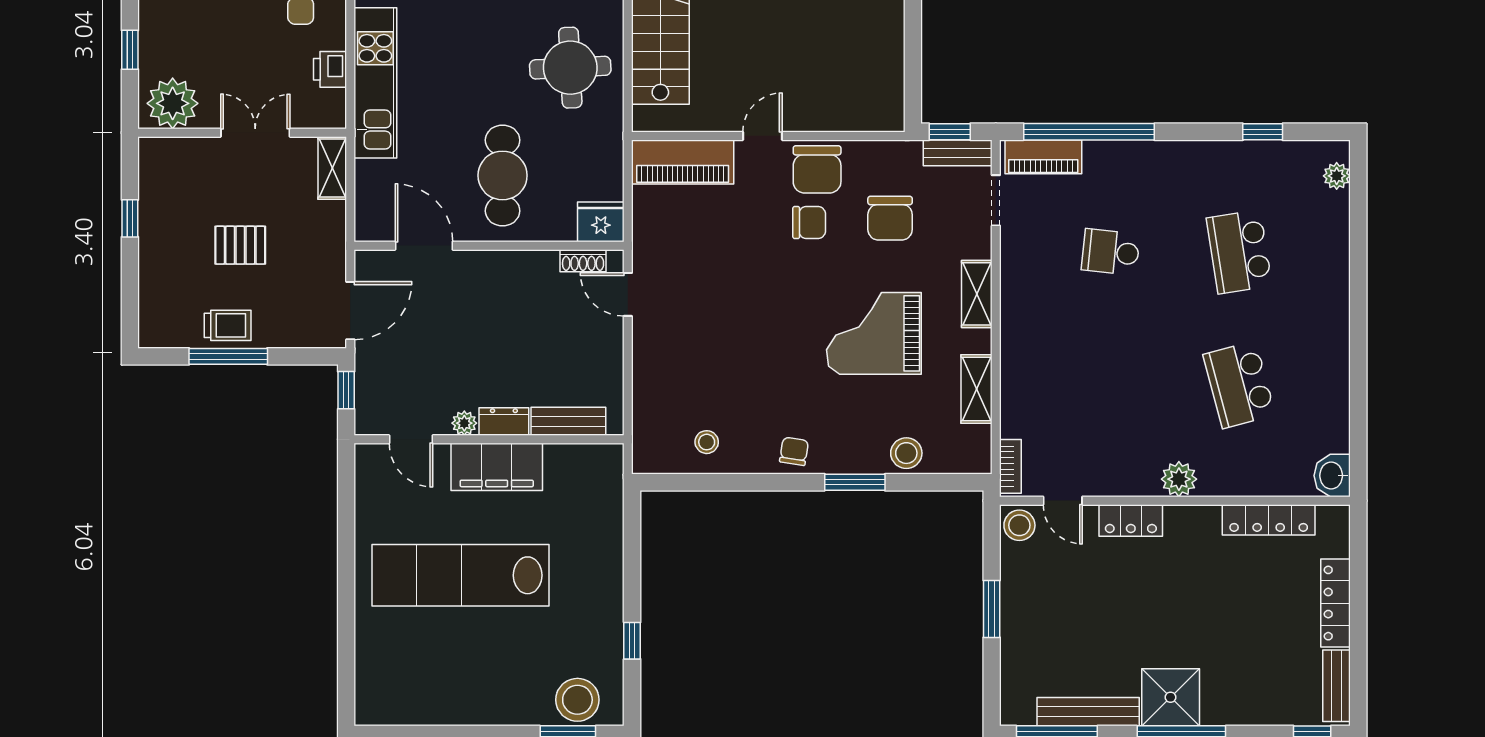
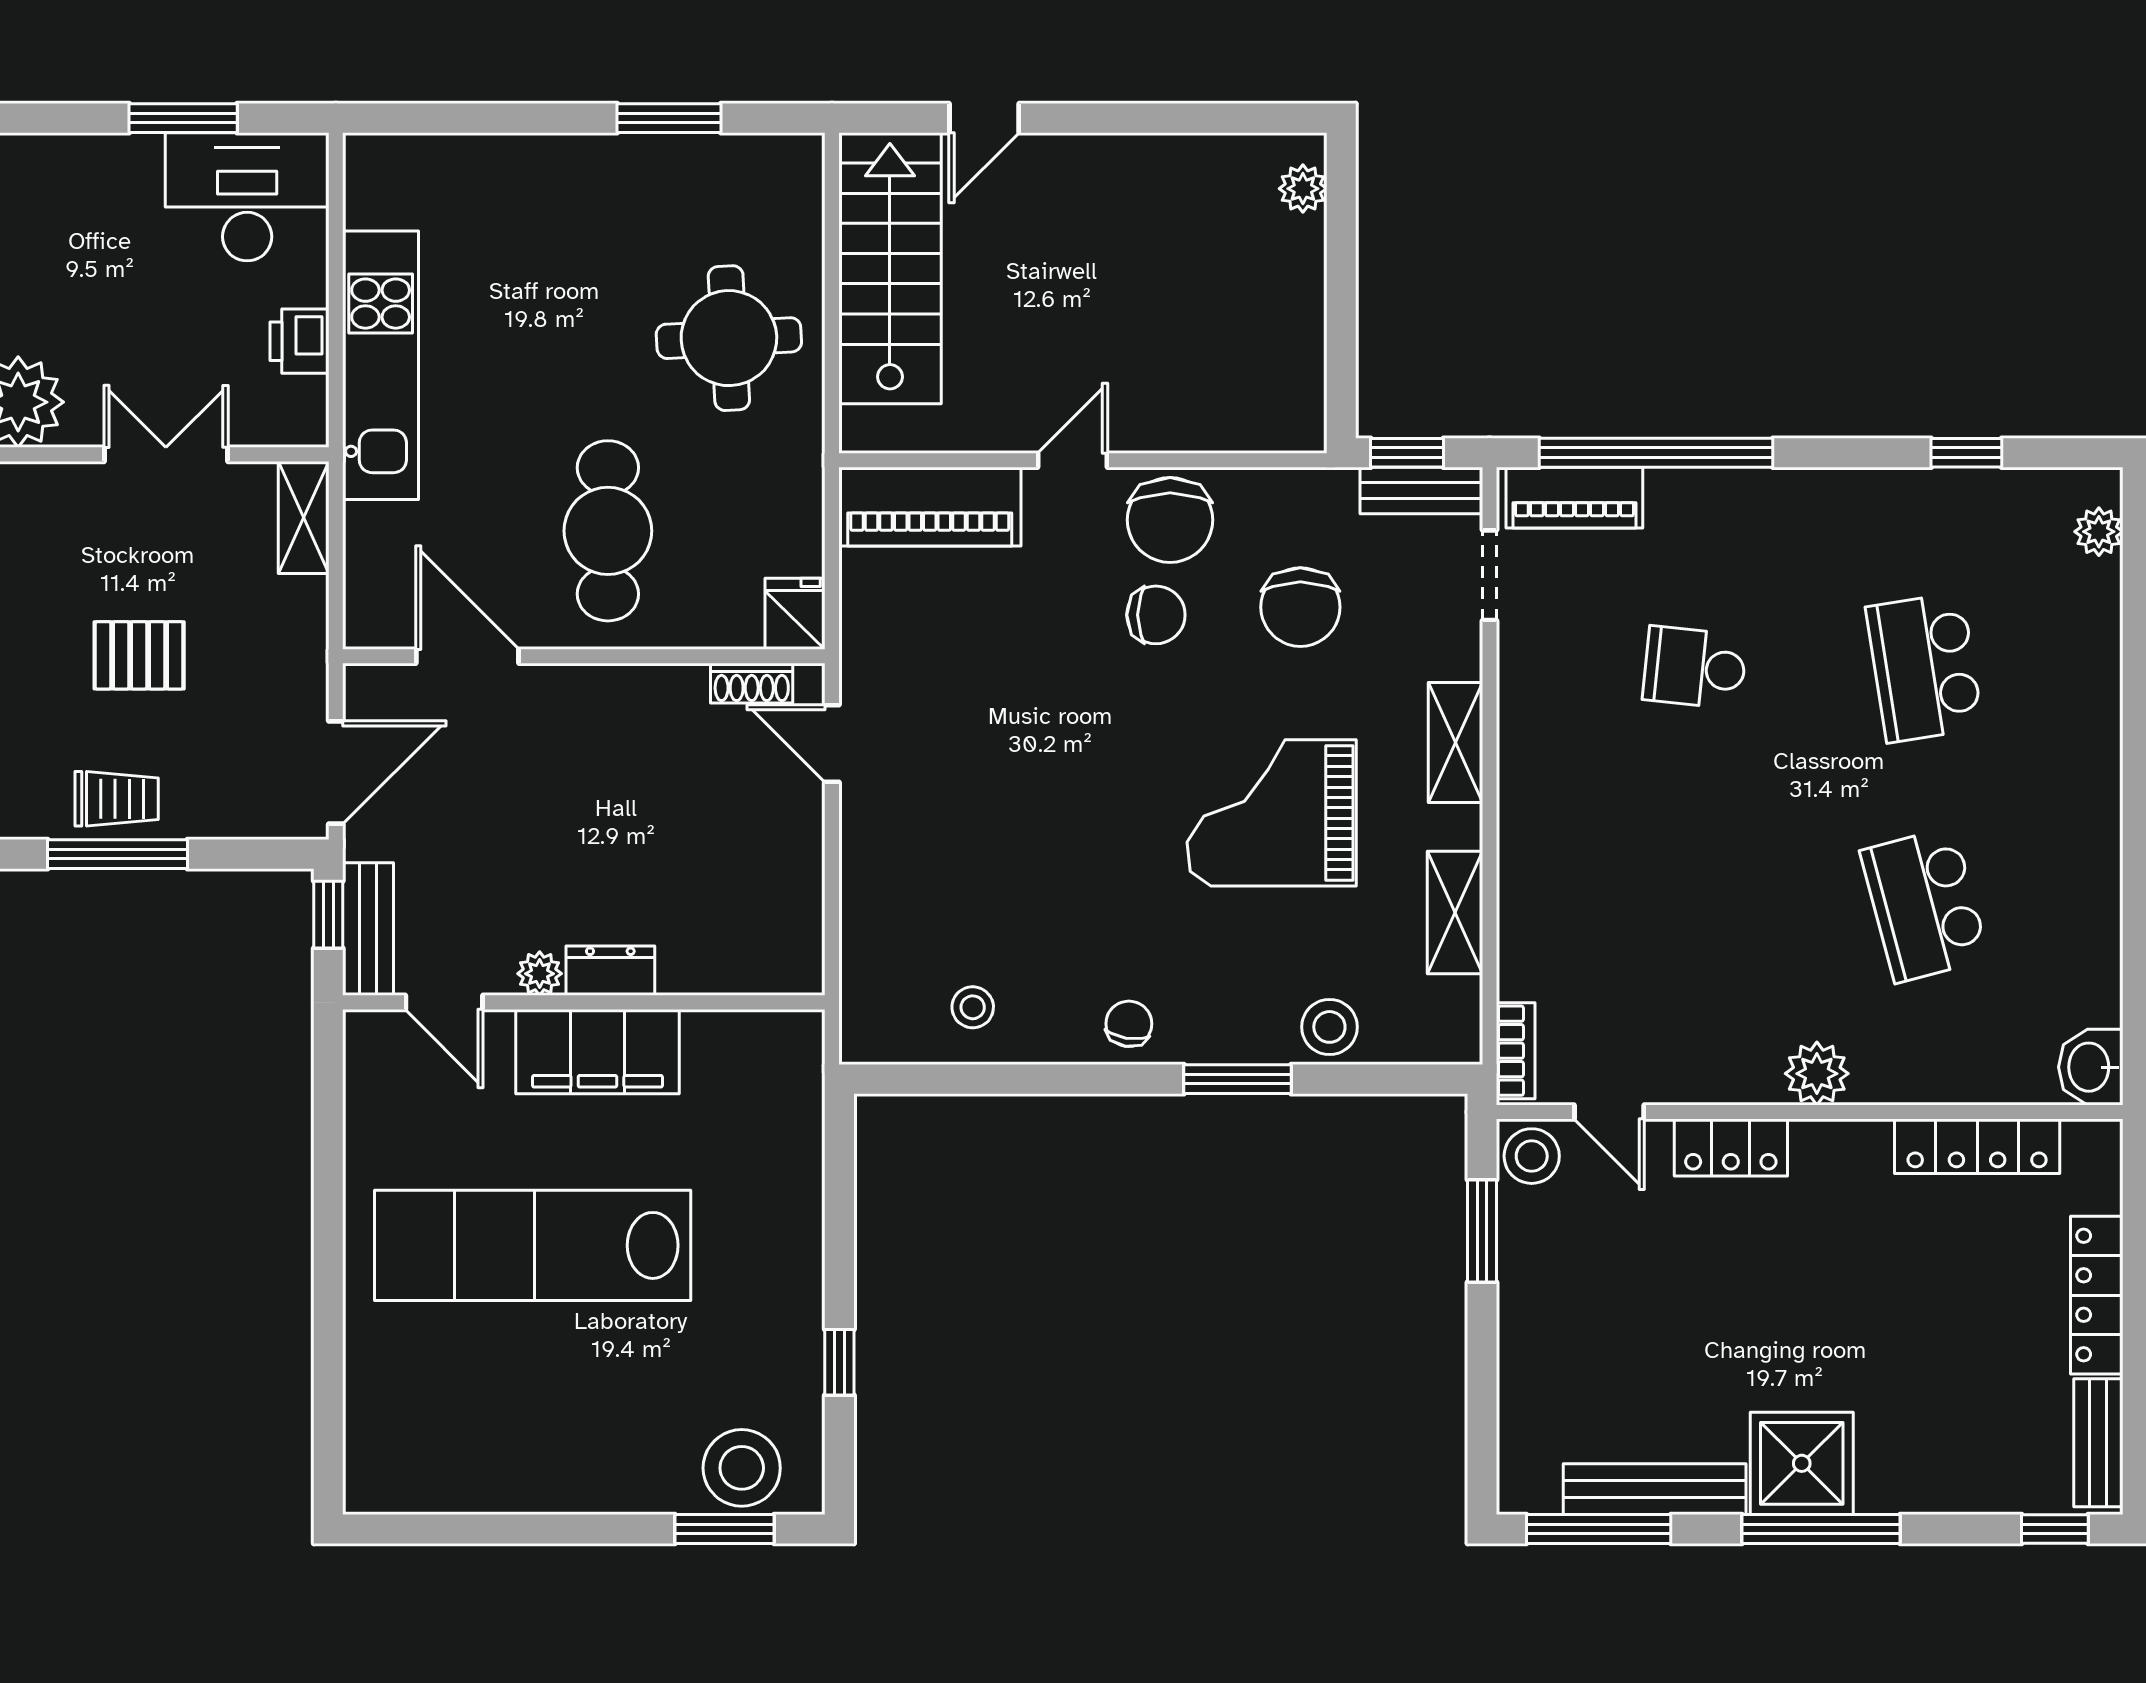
fridge: (601, 222) -> (795, 614), width x0.72
bench: (568, 421) -> (368, 929), moved, turned 90
window: (992, 609) -> (1482, 1231), moved

